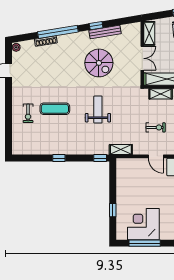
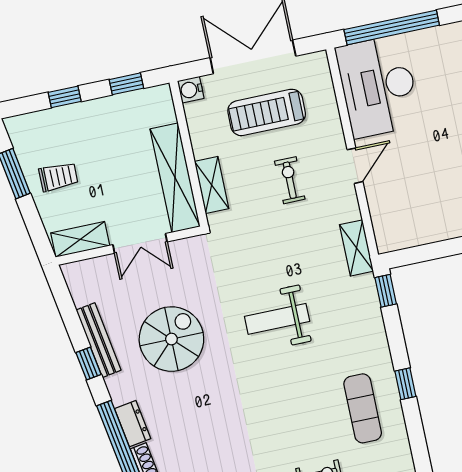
dresser: (67, 39) -> (133, 424), added
double door: (142, 58) -> (140, 243), swing flipped
exercise mat: (55, 109) -> (363, 408), moved

